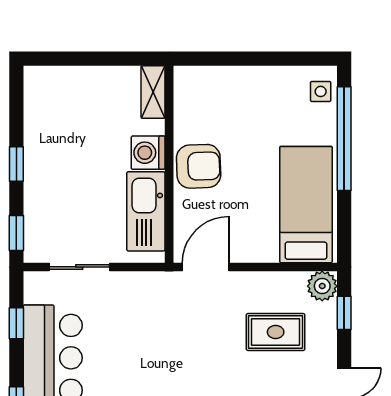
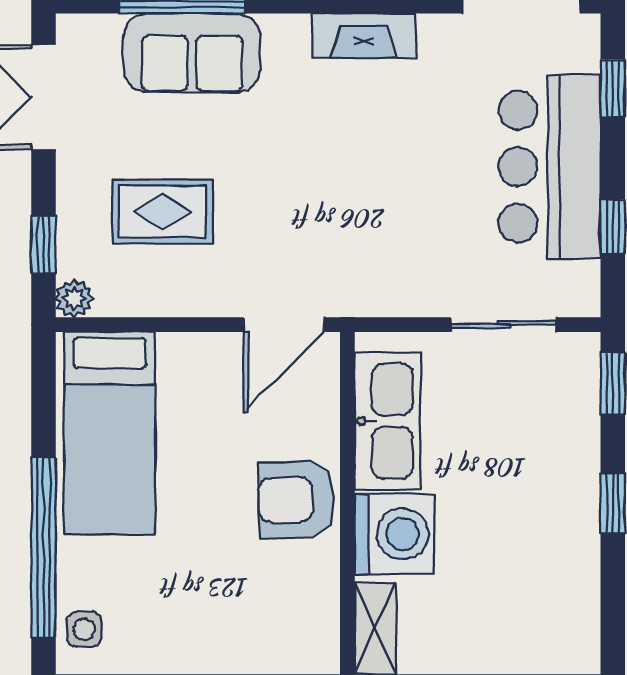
washing machine: (148, 153) -> (395, 534), width x1.37, depth x1.37
plant: (322, 286) -> (74, 299), width x0.73, depth x0.73

